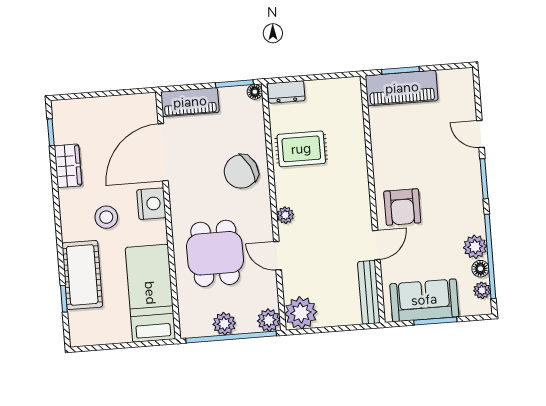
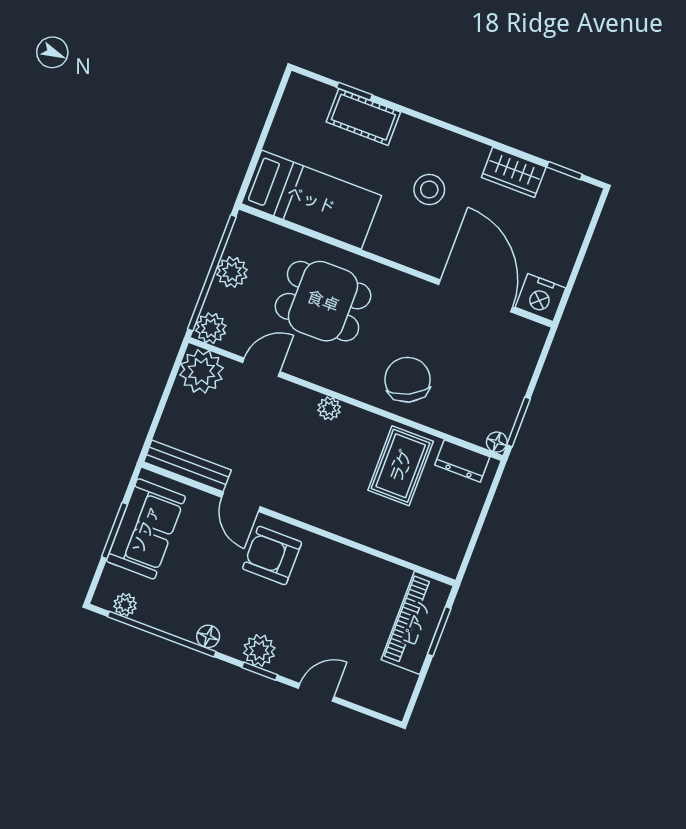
dresser: (286, 92) -> (462, 461), moved, turned -90
piano: (190, 102) -> (521, 357), removed
window: (484, 179) -> (260, 671), width x0.67
nightstand: (151, 204) -> (540, 298), moved
plant: (475, 247) -> (259, 650), moved
door: (278, 256) -> (261, 367), moved
floor lamp: (480, 269) -> (208, 636), moved
cot: (82, 275) -> (363, 117), width x0.73, depth x0.75

